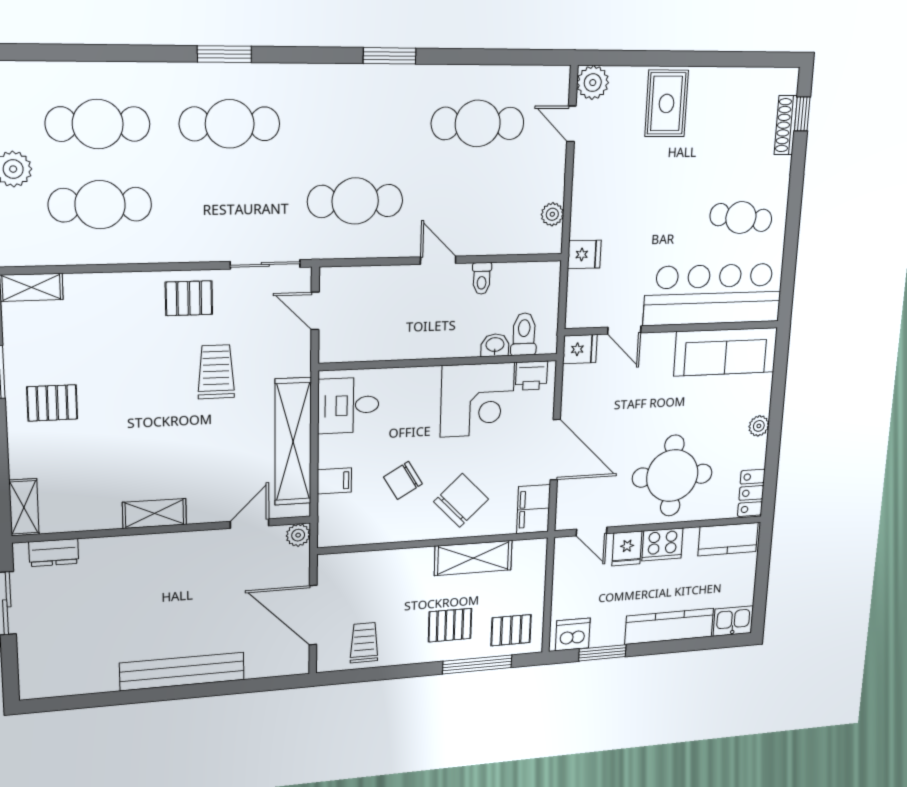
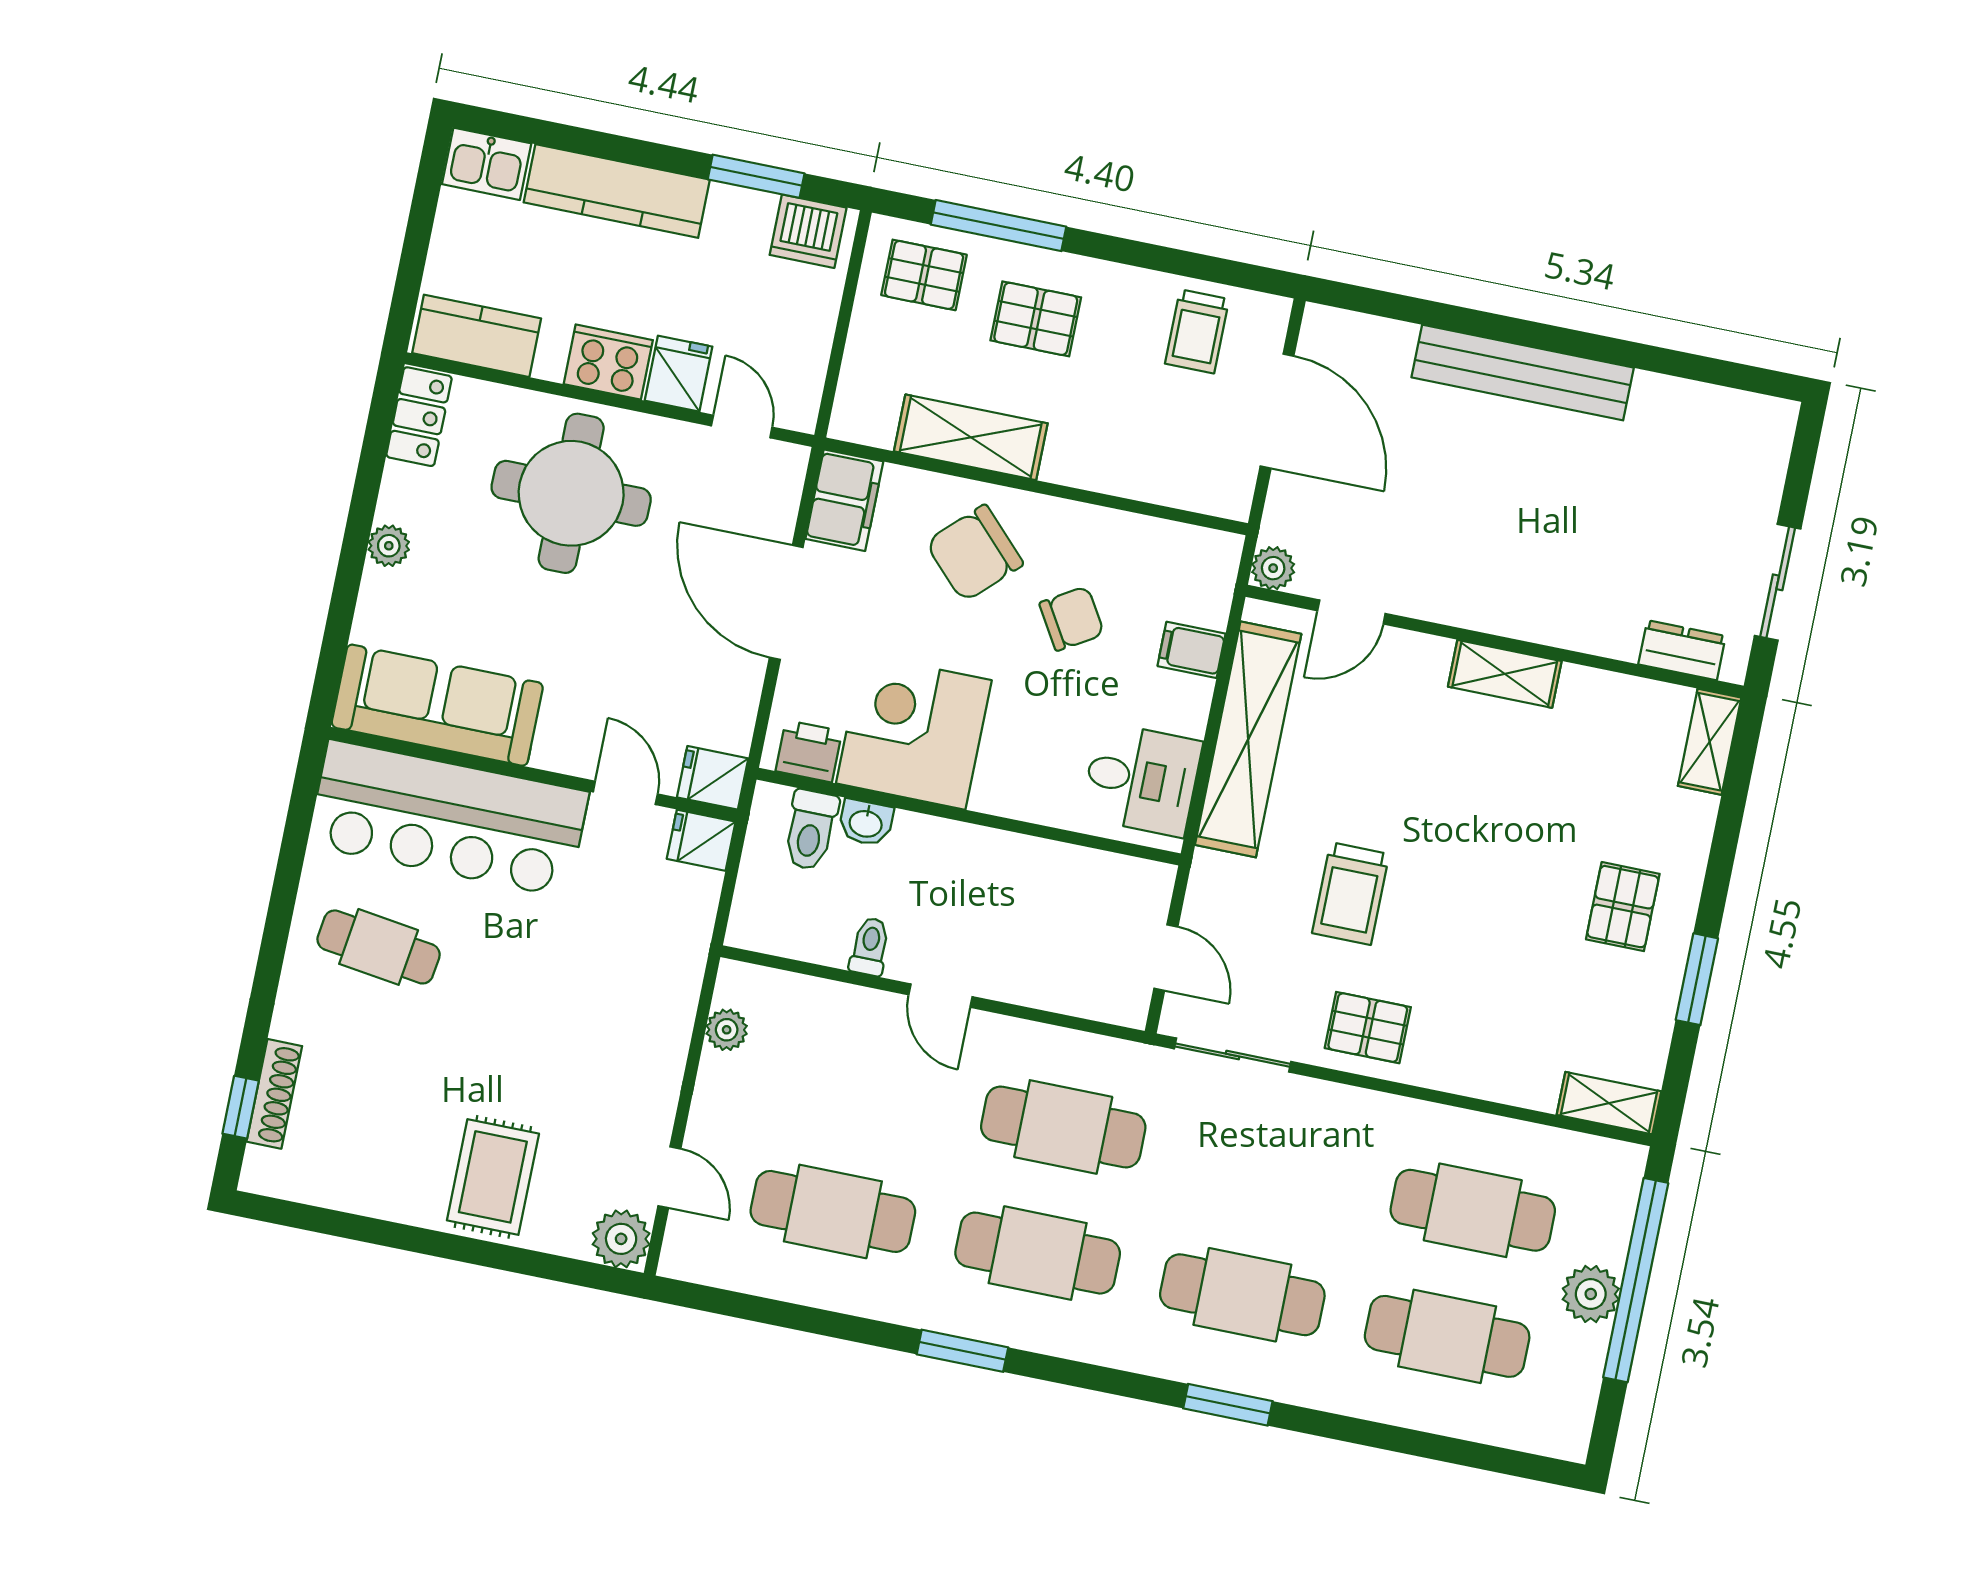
cafe table: (356, 124) -> (1038, 1253), added
fridge: (584, 254) -> (701, 840), moved
pallet: (52, 403) -> (1623, 907), turned 90

